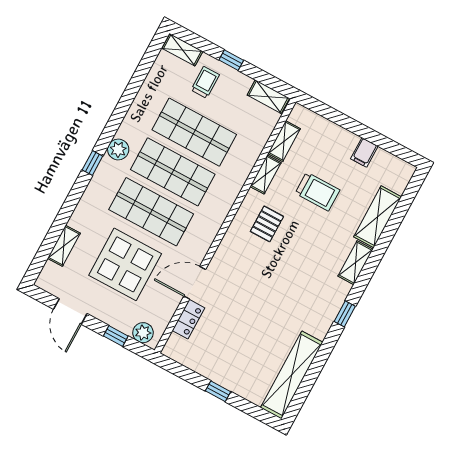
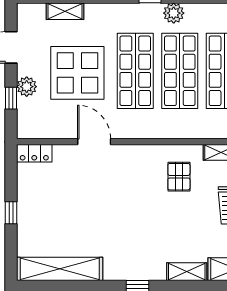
pallet: (267, 224) -> (179, 177), turned 90
locker: (188, 319) -> (34, 153), moved
plant: (143, 333) -> (27, 87), moved

